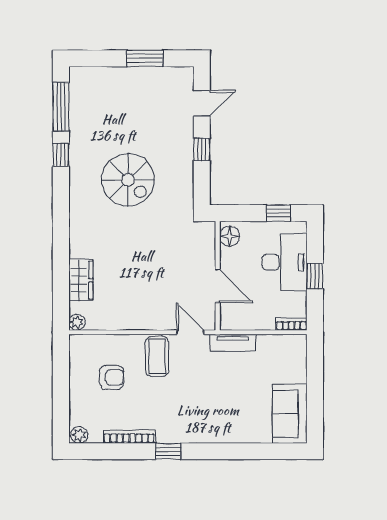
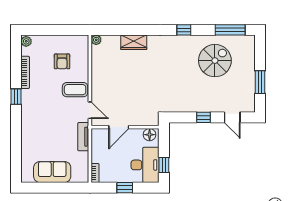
window: (61, 155) -> (184, 30), moved
spiral stairs: (128, 180) -> (215, 61), moved, turned 180
desk: (285, 262) -> (145, 165), moved, turned -90
wardrobe: (81, 280) -> (134, 42), moved
door: (190, 332) -> (90, 110), hinge flipped
sofa: (290, 414) -> (52, 172), moved

